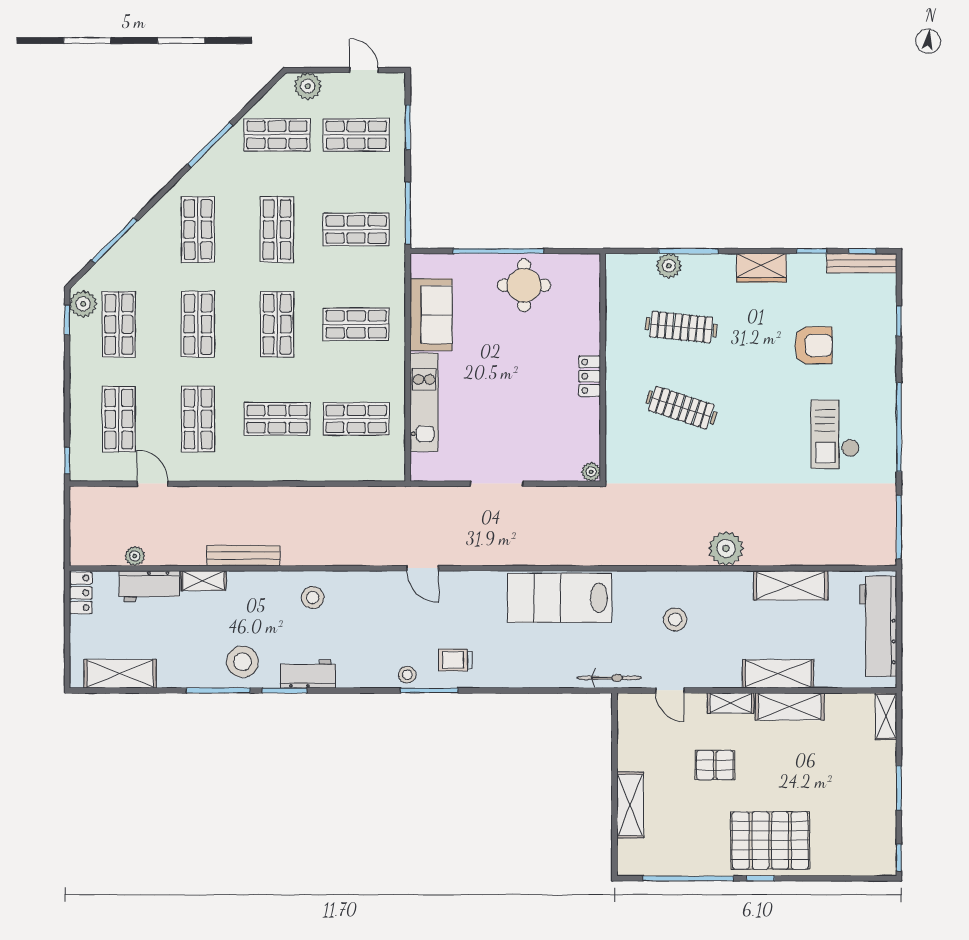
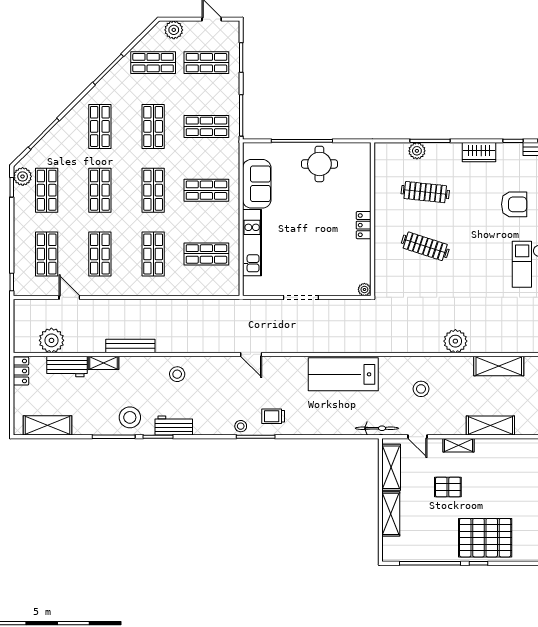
shop shelf: (277, 419) -> (153, 254), turned 90
plant: (135, 556) -> (51, 340), width x1.87, depth x1.87
shelving: (790, 706) -> (391, 467), moved, turned 90

